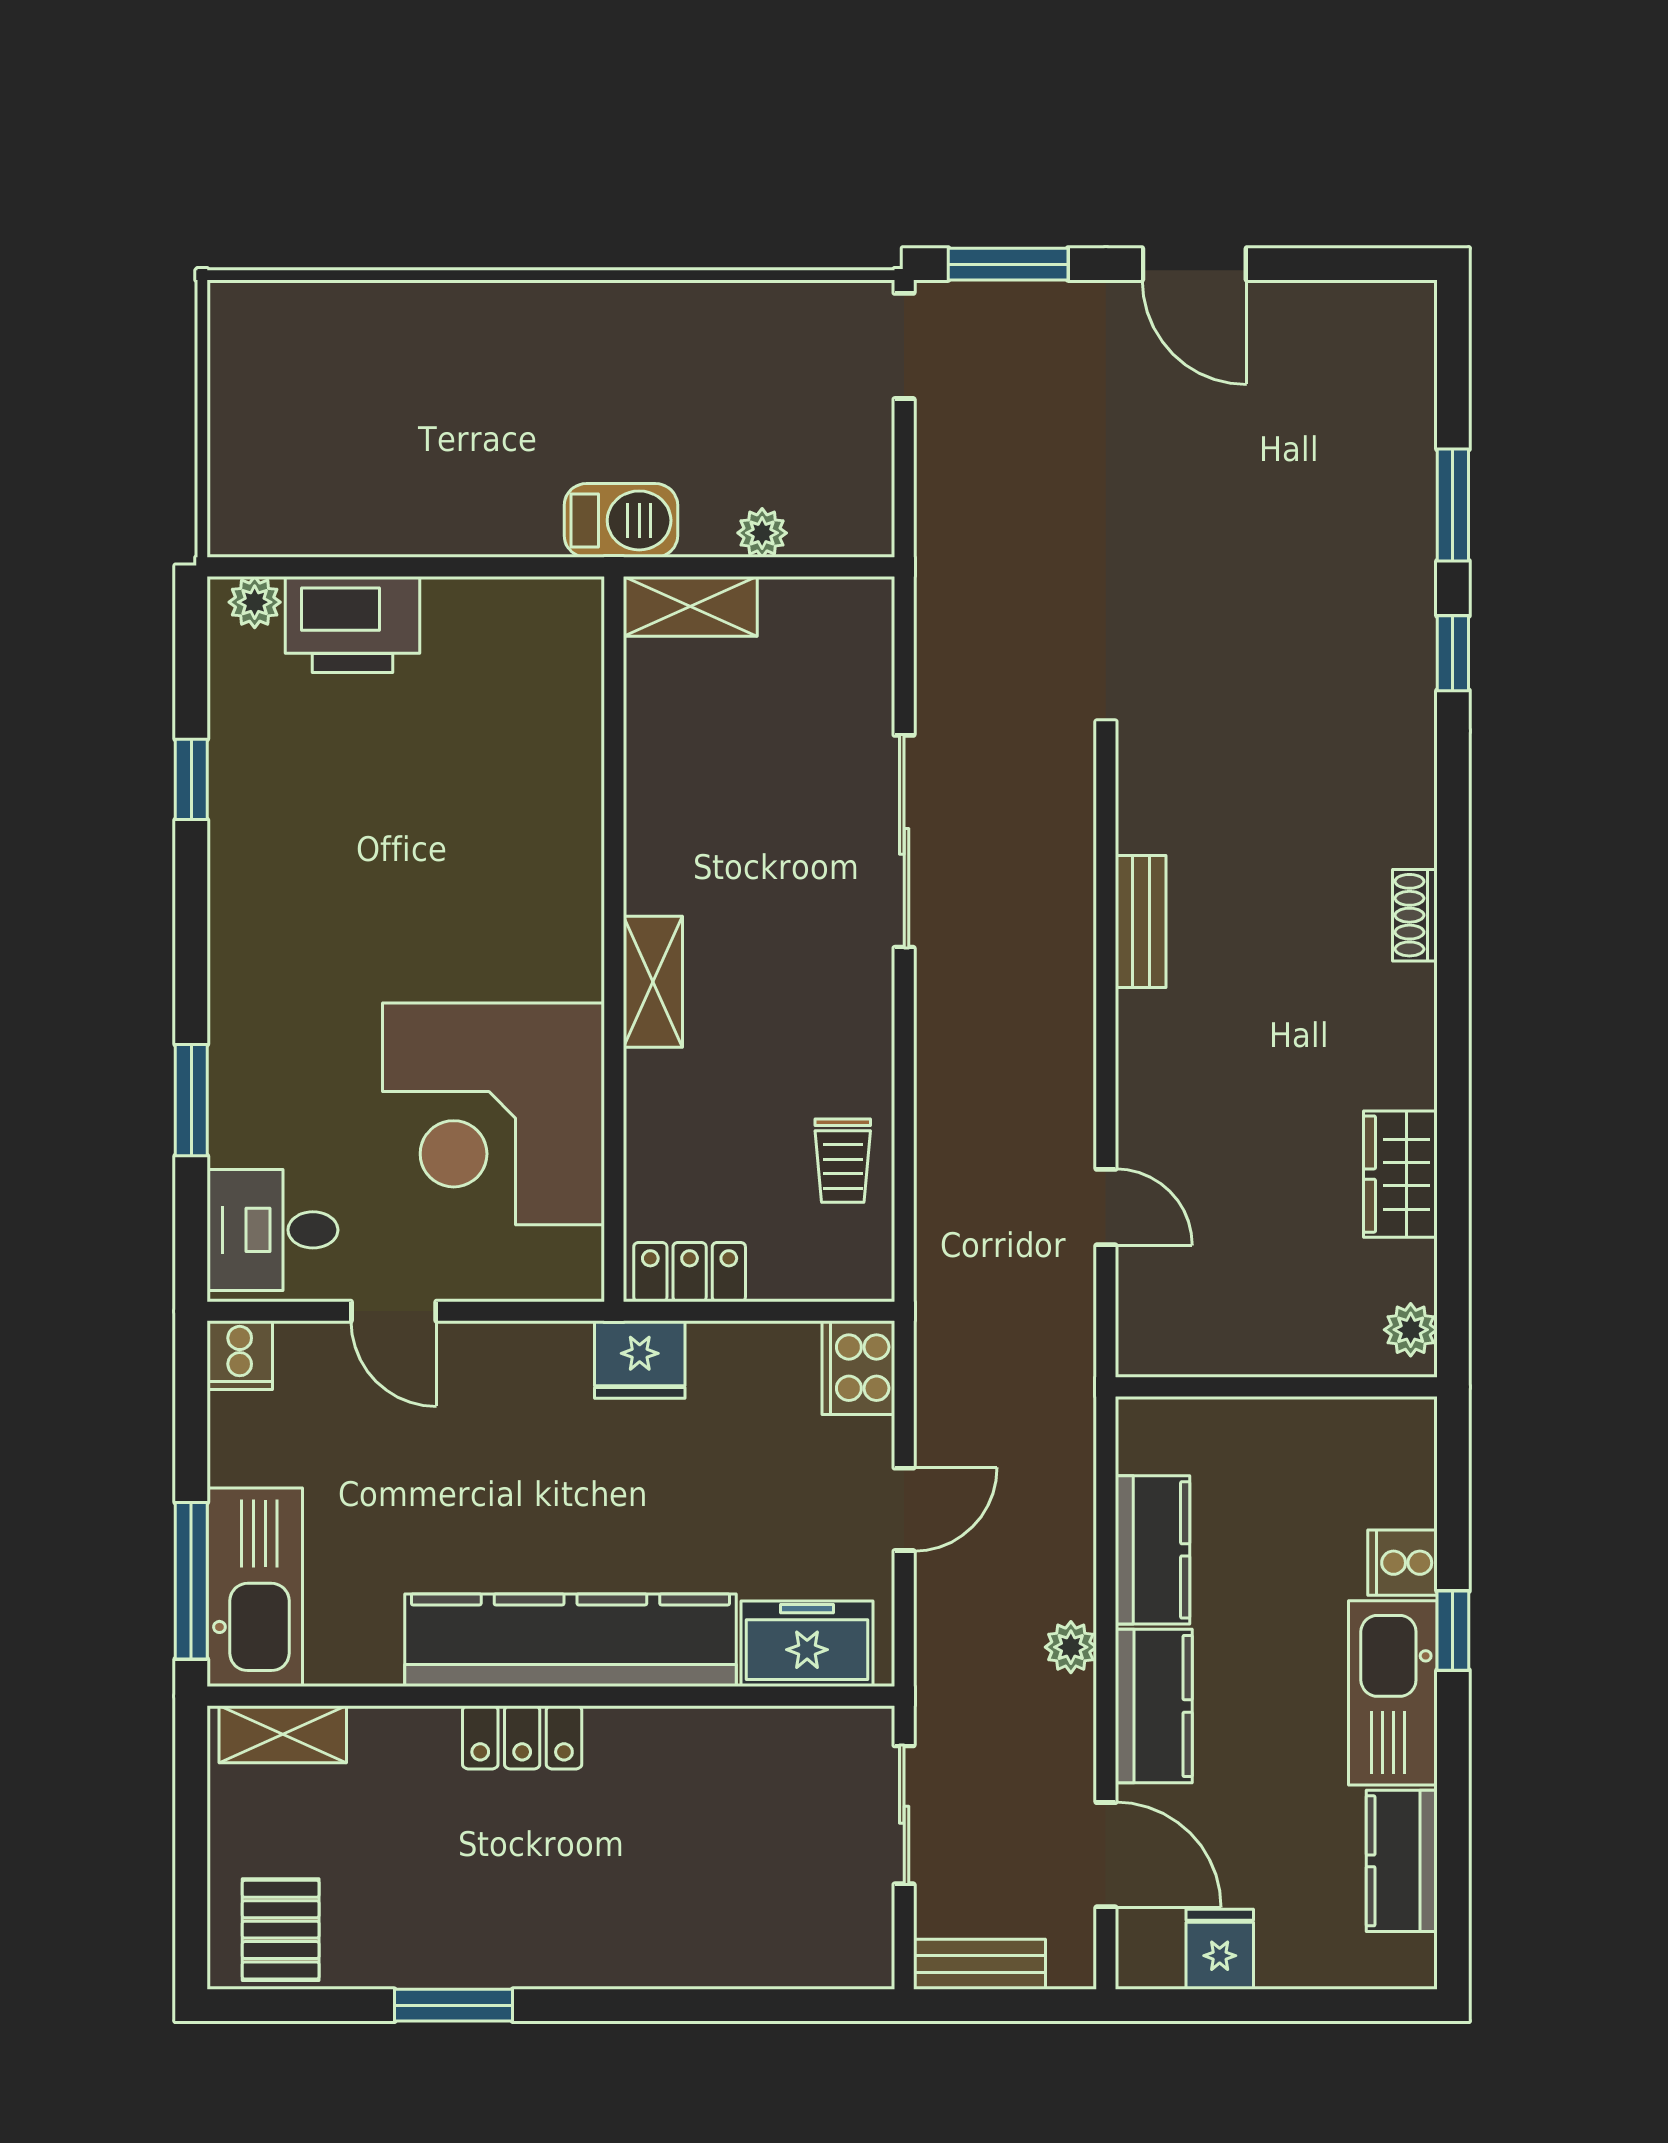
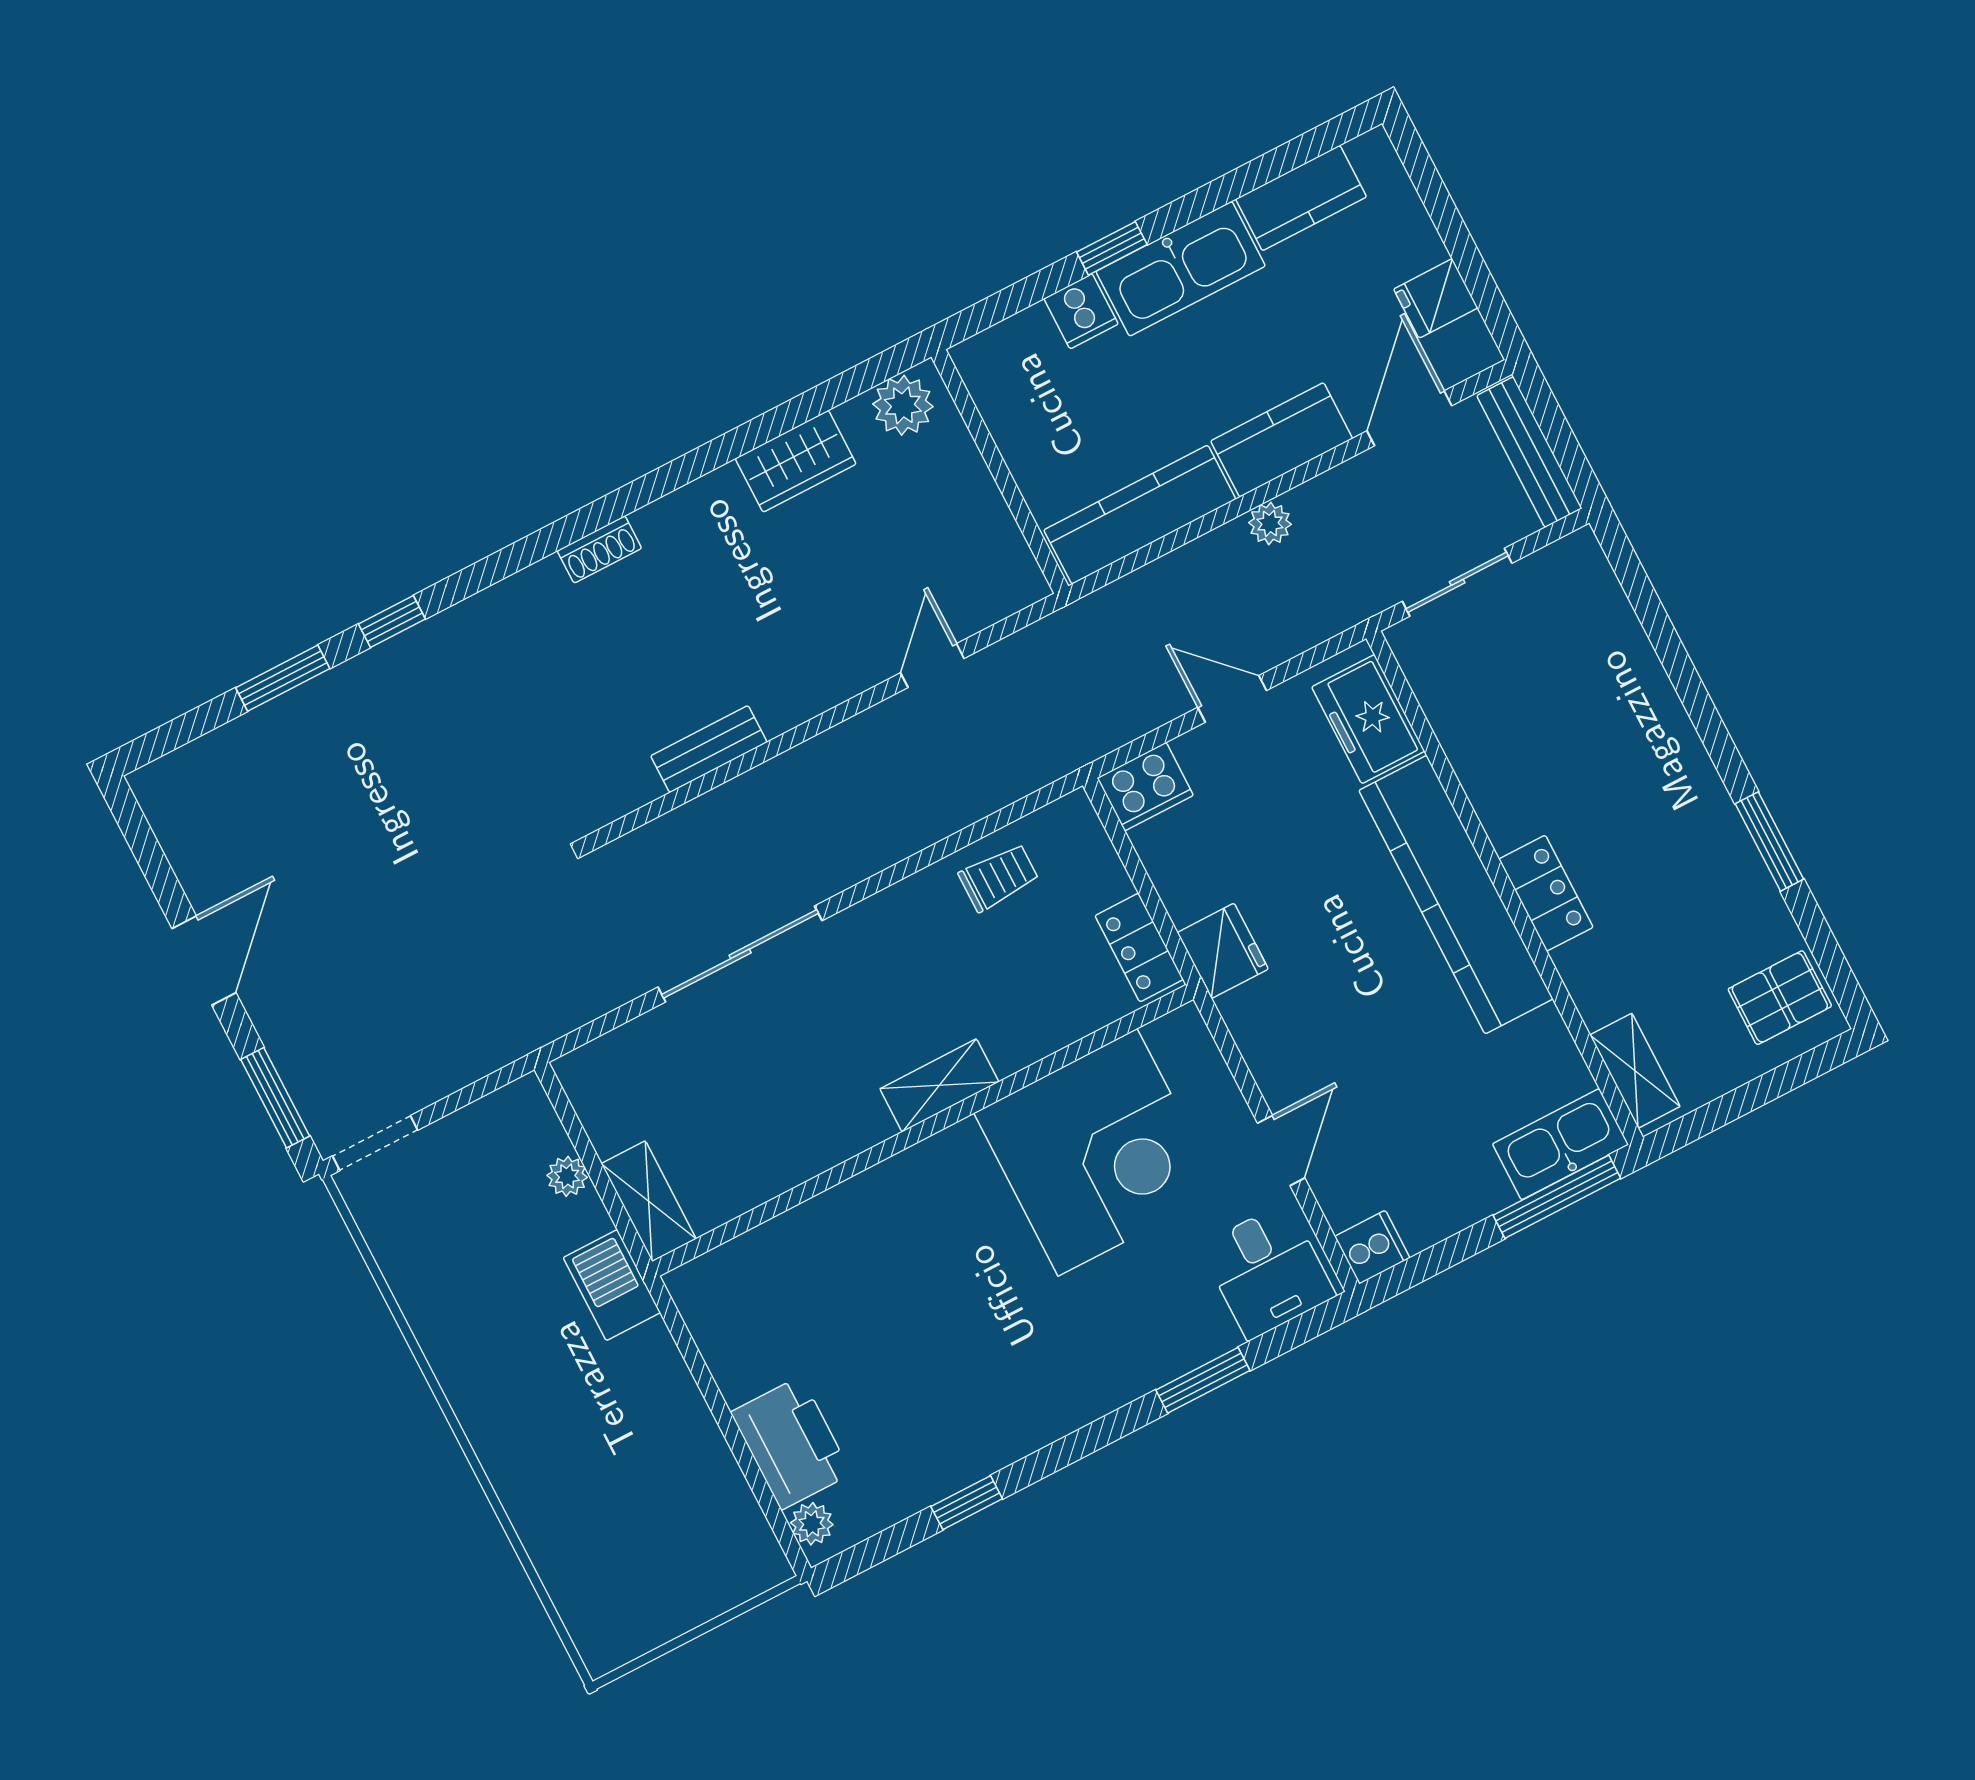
plant: (1411, 1330) -> (903, 405), width x1.38, depth x1.38
kitchen counter: (1153, 1550) -> (1140, 515), width x1.50
kitchen sink: (255, 1587) -> (1561, 1144), width x0.73, depth x0.81
bench: (979, 1964) -> (1529, 452), width x1.36

